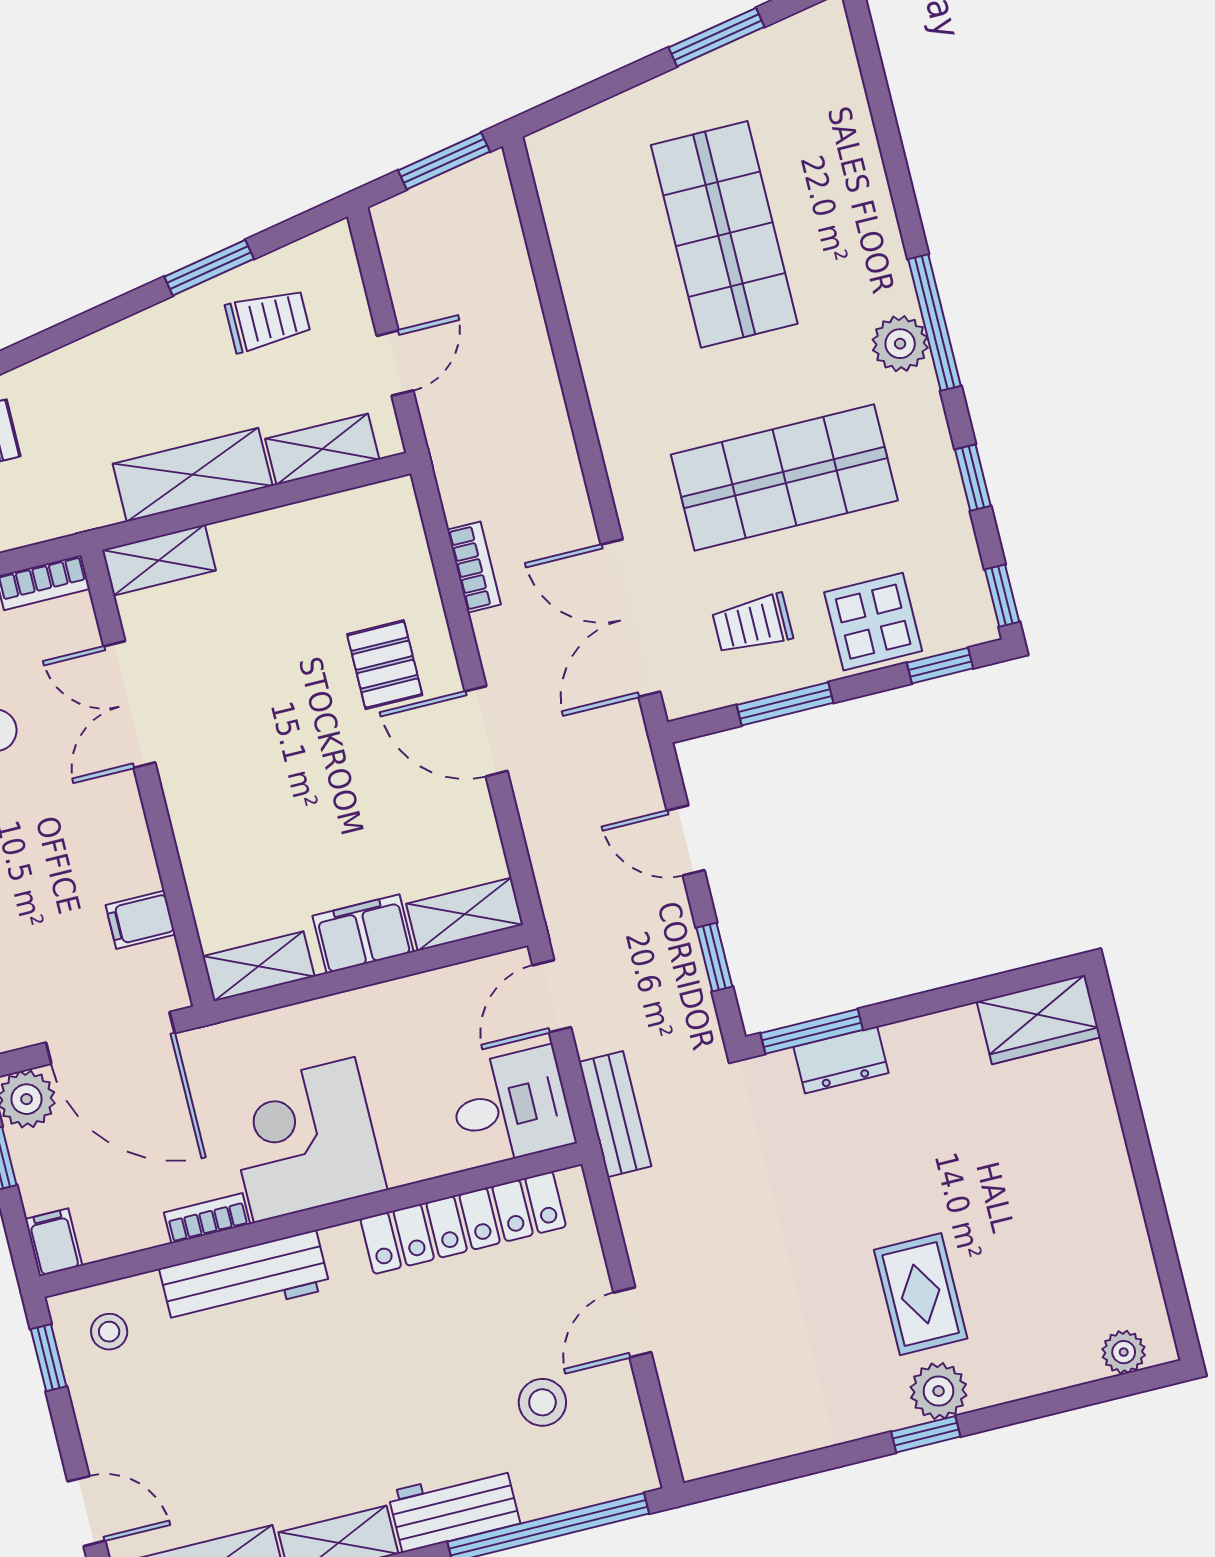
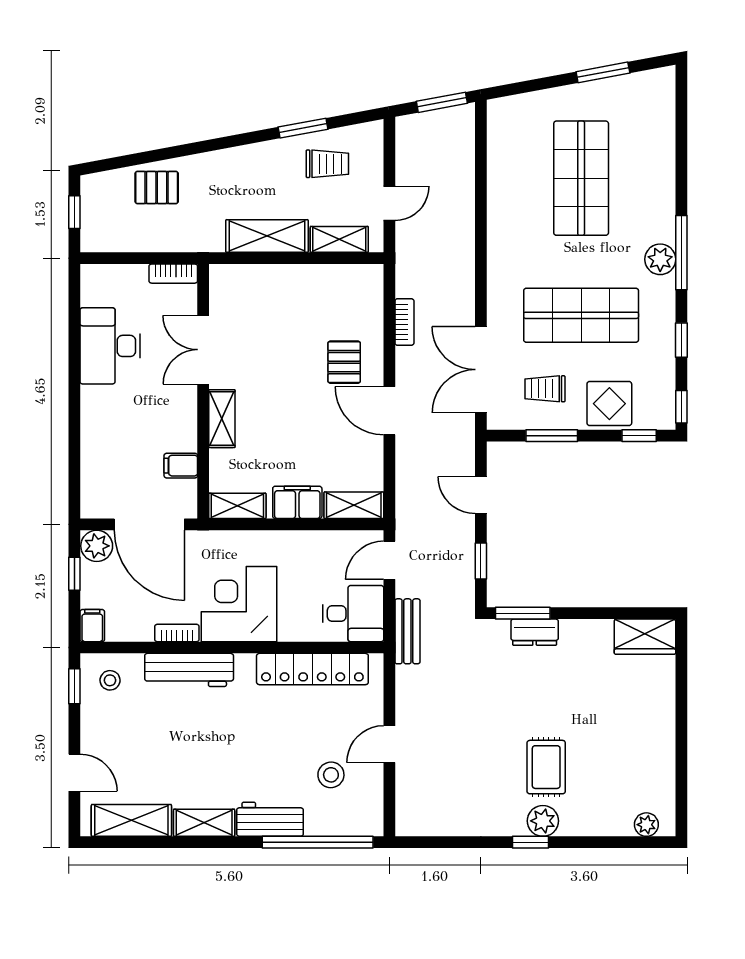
shelving: (159, 560) -> (222, 419), moved, turned 90

